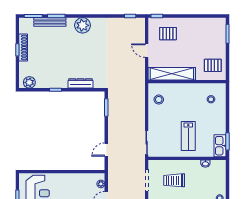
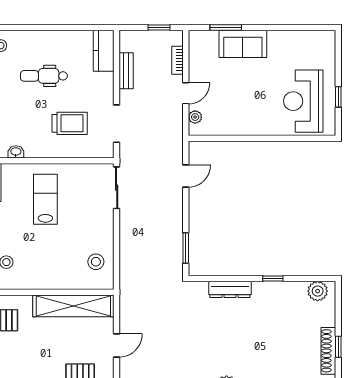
door: (147, 51) -> (117, 345), hinge flipped

